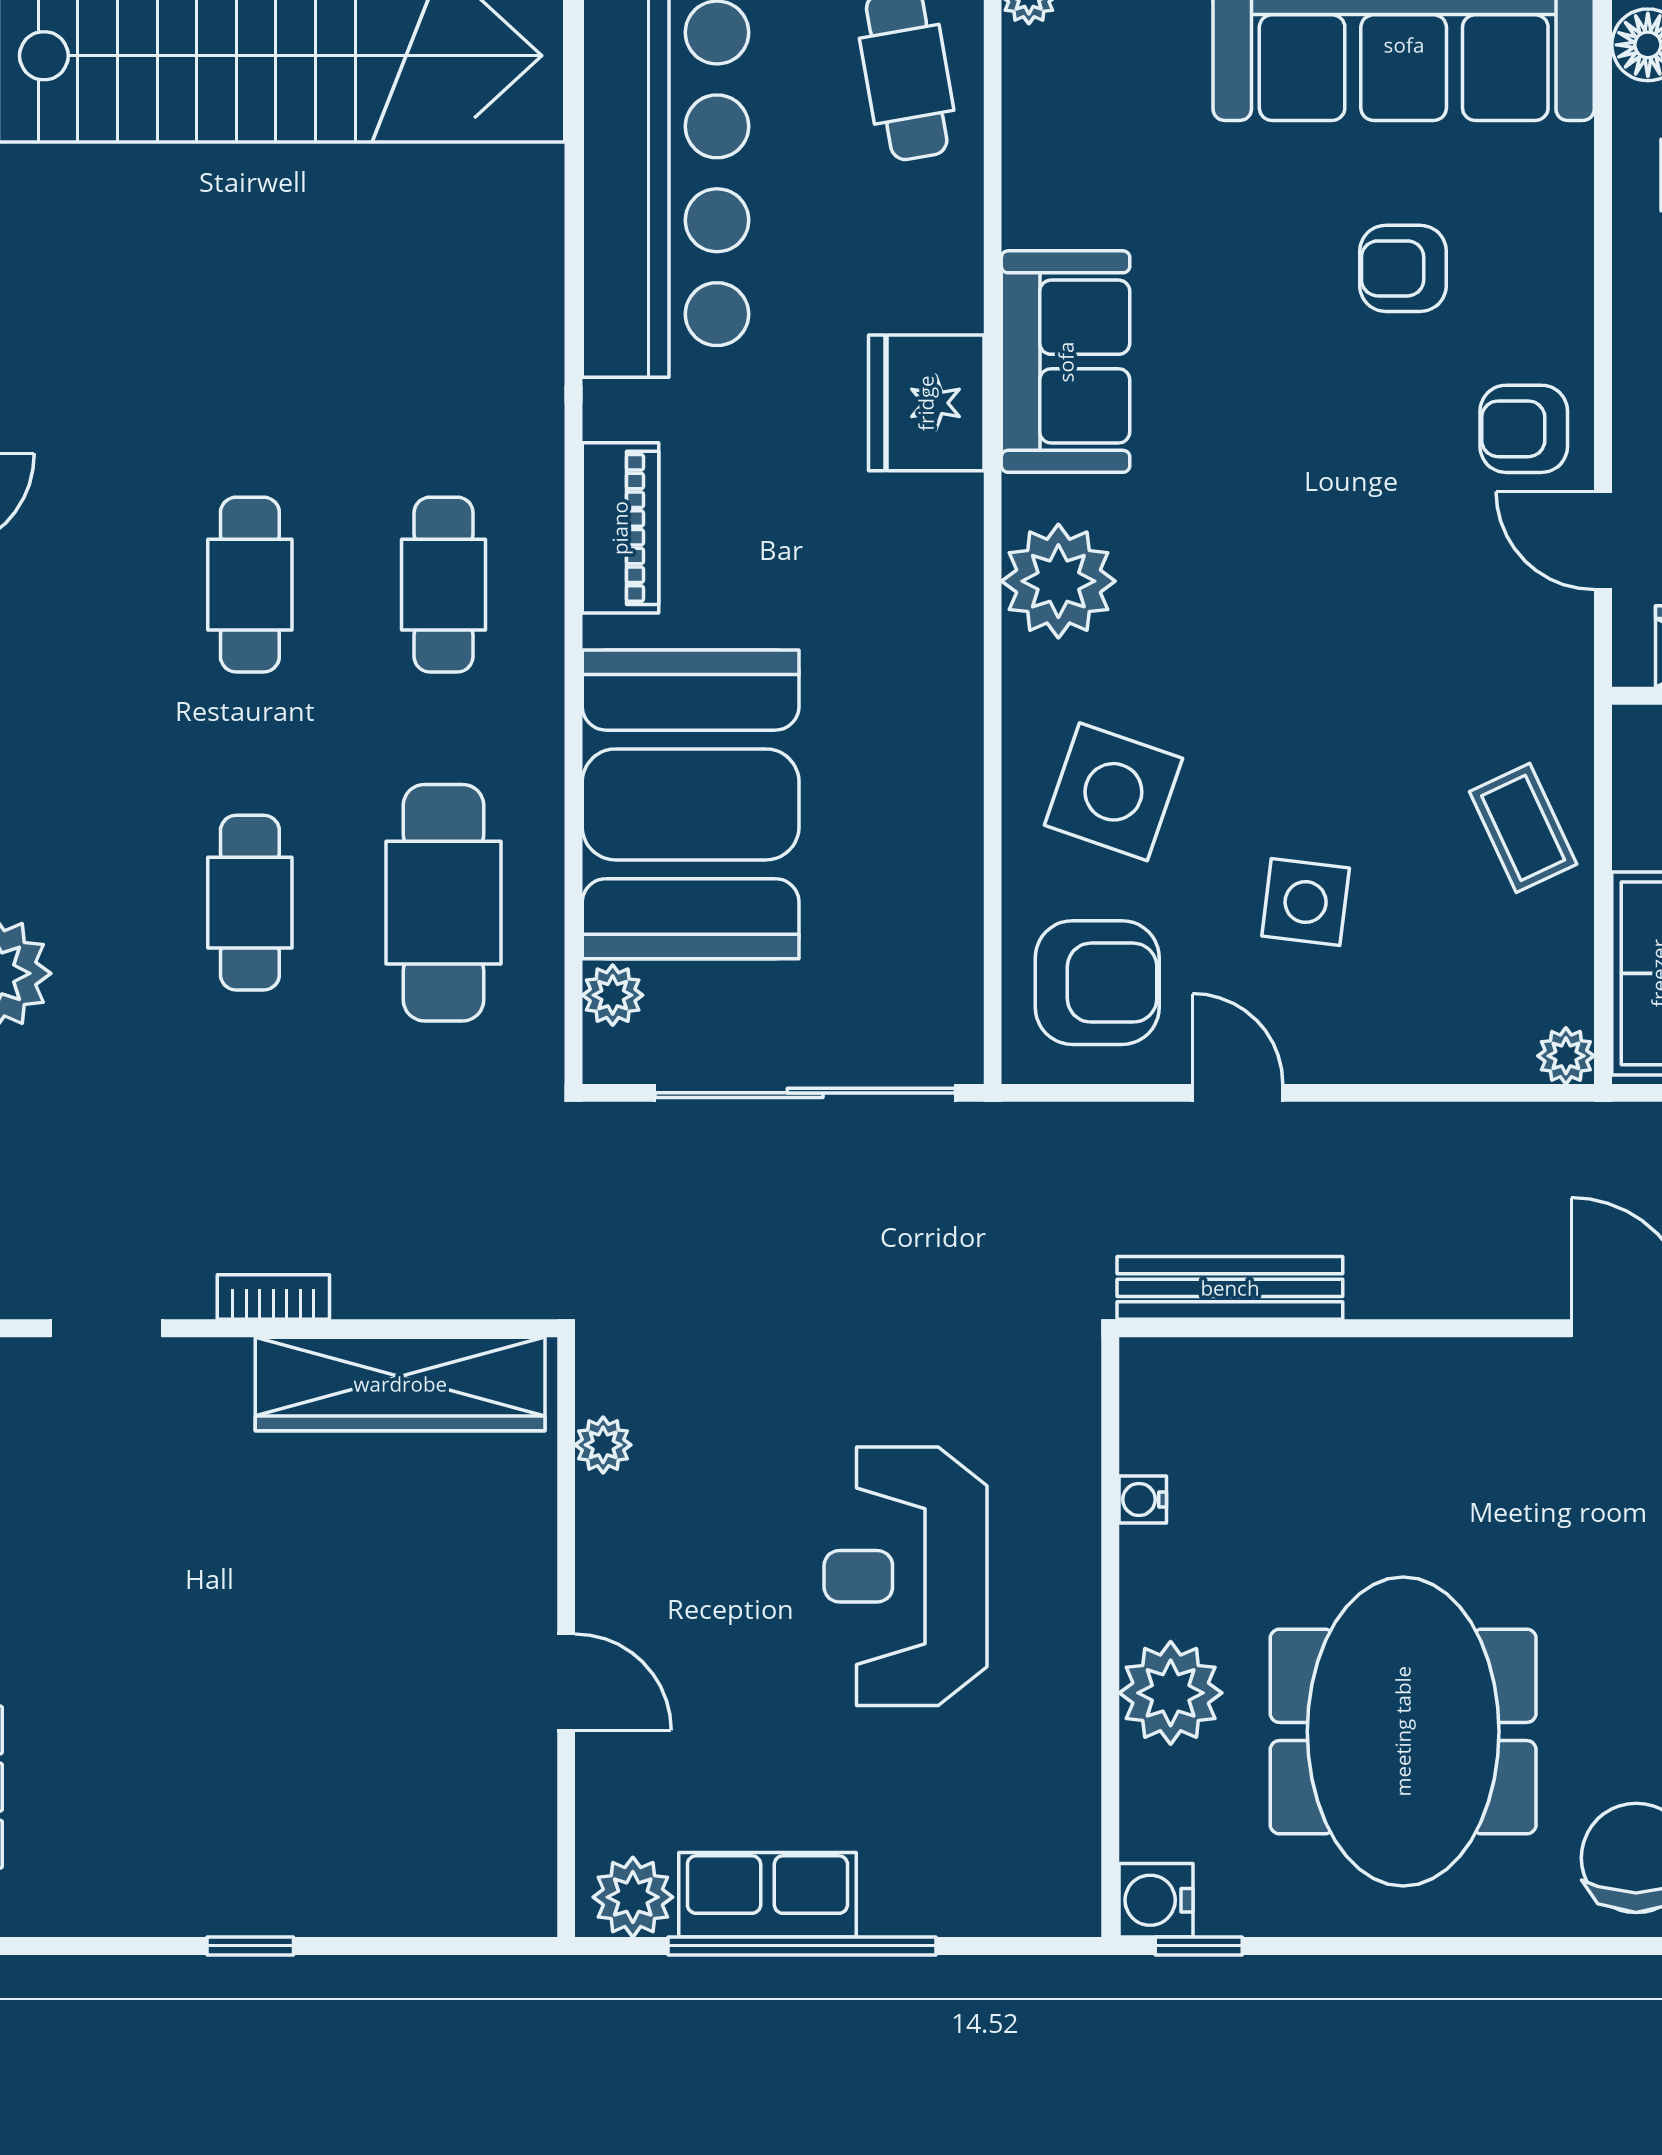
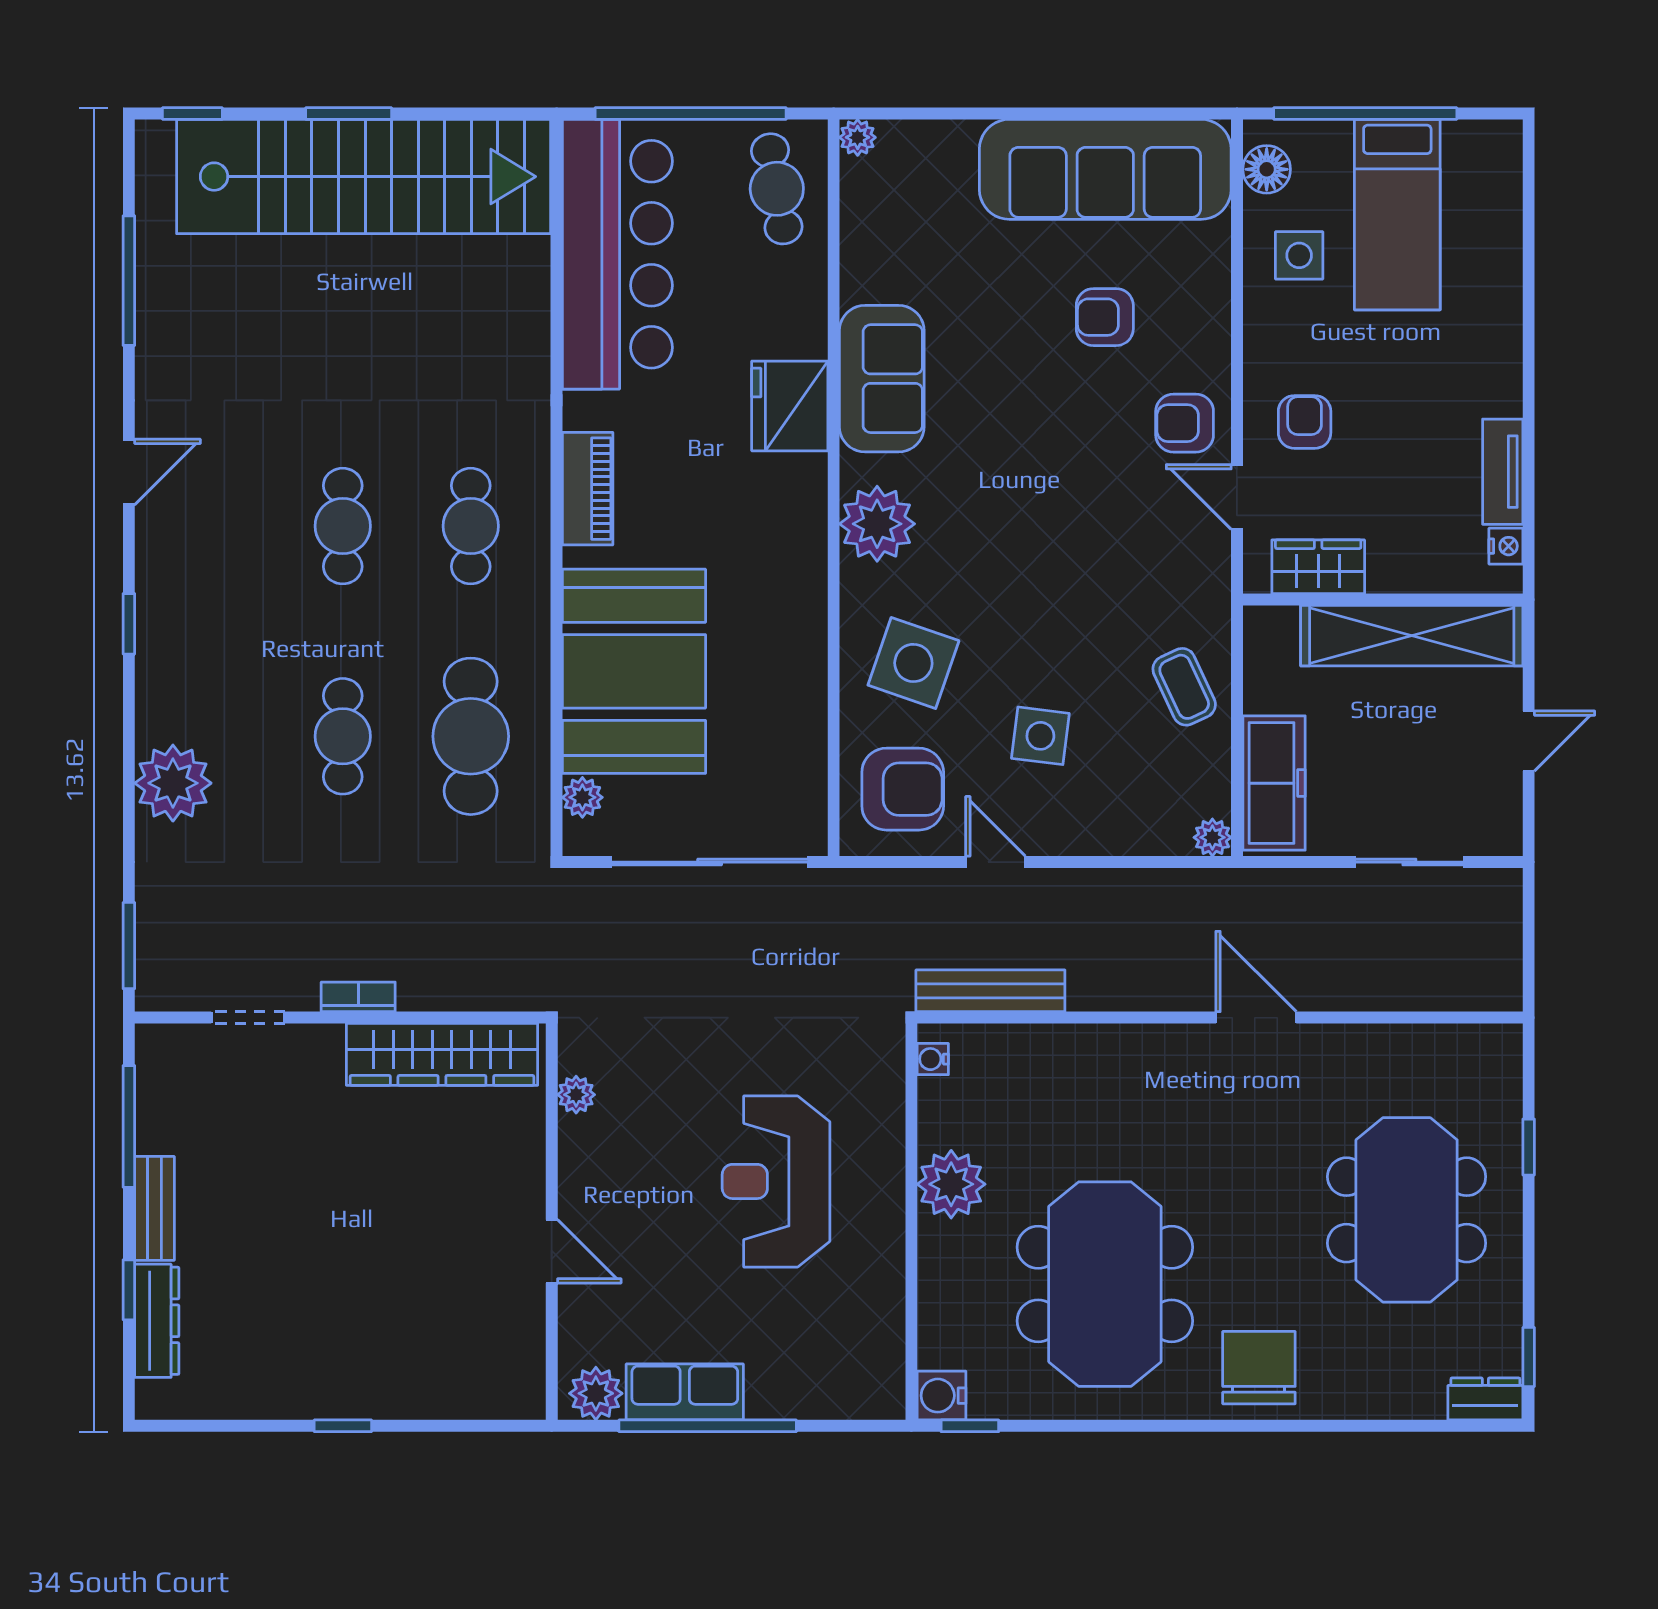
water cooler: (1143, 1499) -> (933, 1059), moved
plant: (1171, 1693) -> (951, 1184), moved

